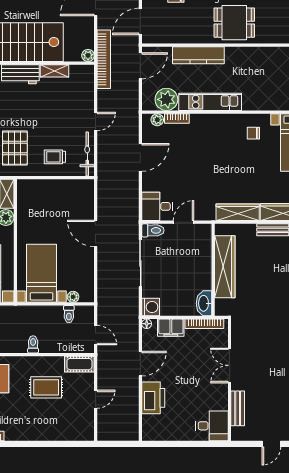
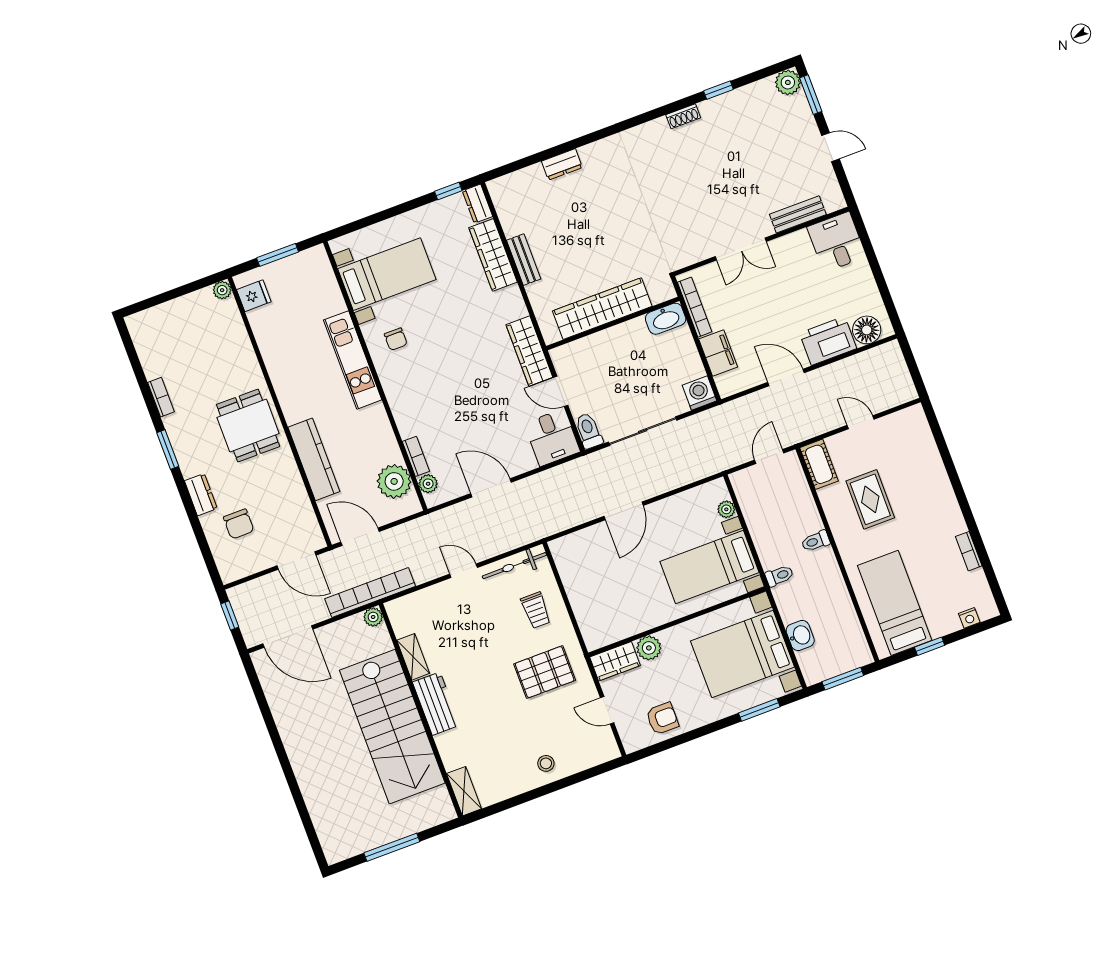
kitchen unit: (210, 102) -> (353, 360), moved
wardrobe: (238, 212) -> (529, 351), moved
toilet: (69, 314) -> (779, 576), moved
floor lamp: (147, 324) -> (867, 330), moved, width x1.89, depth x1.89

